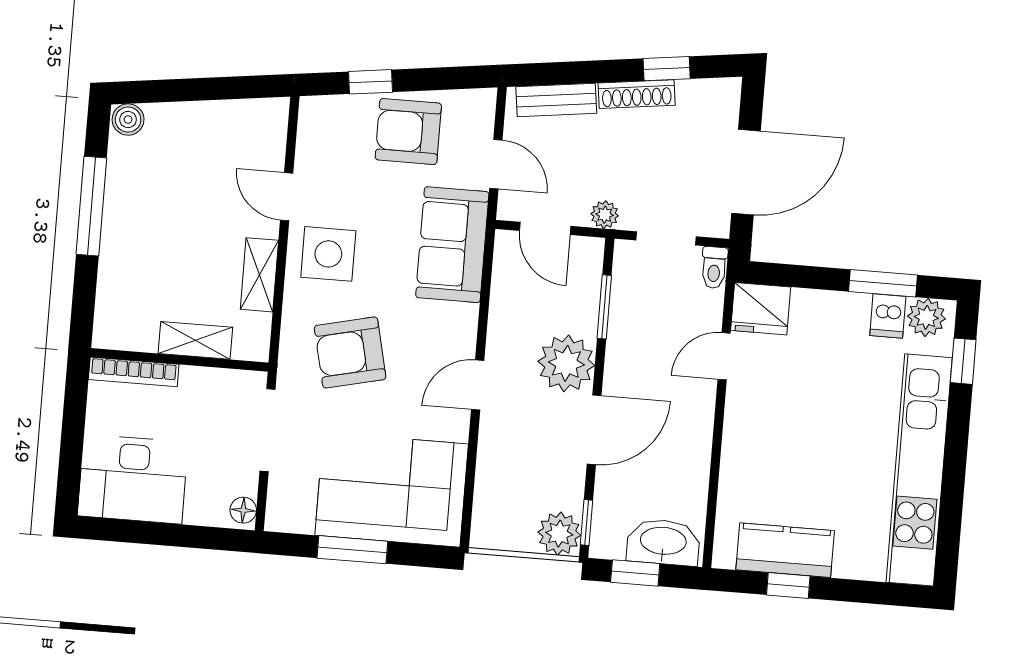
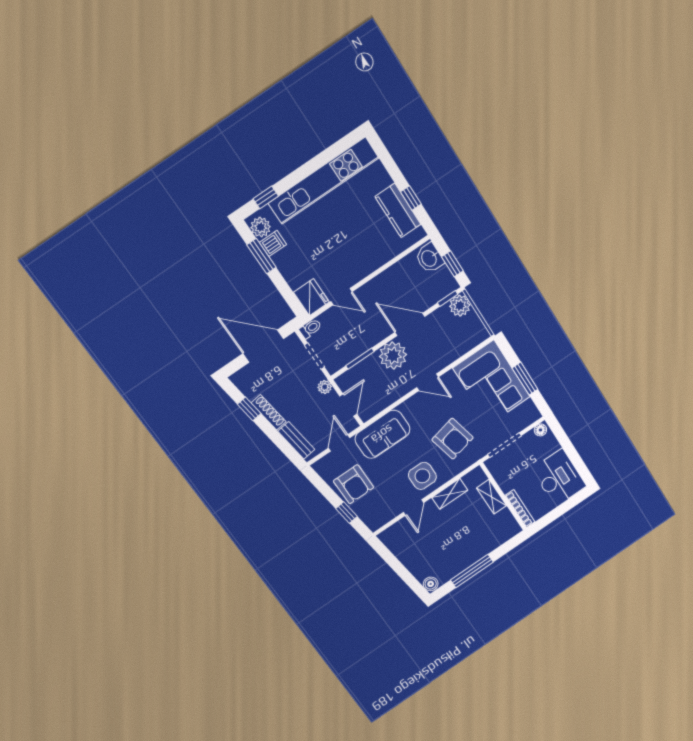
washbasin: (663, 542) -> (429, 258), width x0.72

